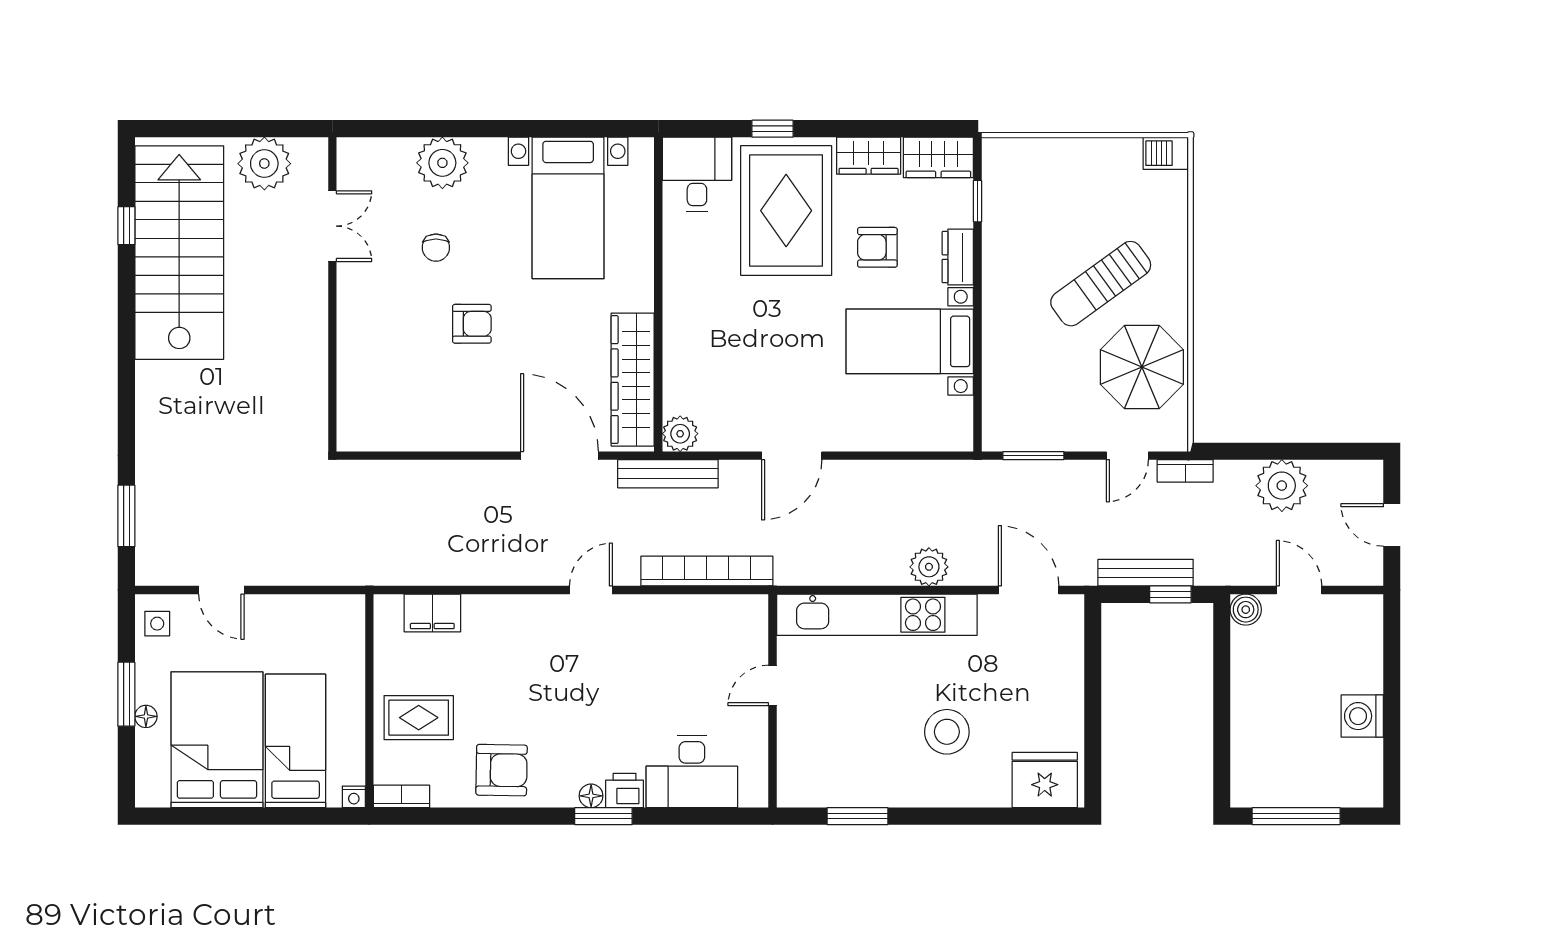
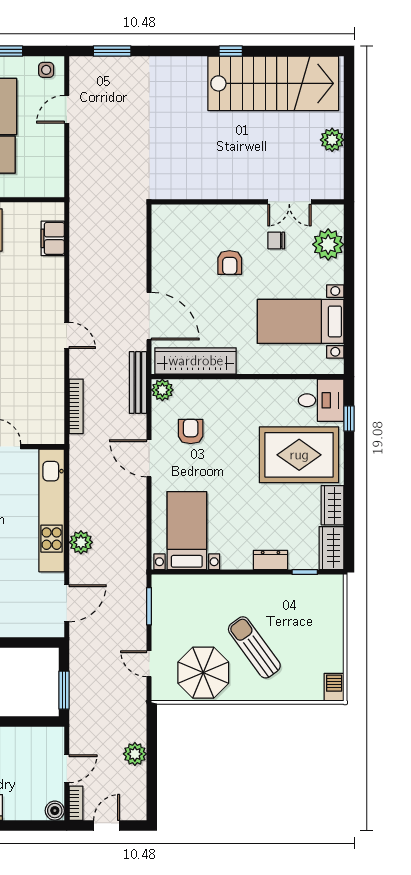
window: (772, 129) -> (349, 419), moved
plant: (264, 164) -> (332, 140), width x0.73, depth x0.73
window: (126, 226) -> (231, 51), moved
double door: (332, 226) -> (289, 202), moved
armchair: (877, 247) -> (191, 431), moved
wall: (332, 294) -> (248, 202), moved
bed with nightstands: (910, 341) -> (187, 531), moved
door: (560, 456) -> (149, 316), hinge flipped
bookcase: (1185, 471) -> (76, 803), moved, turned 180
plant: (1282, 486) -> (135, 754), width x0.73, depth x0.73
bookcase: (707, 571) -> (76, 406), width x0.68, depth x0.76
bench: (1146, 573) -> (77, 675), removed
window: (1170, 594) -> (64, 690), width x1.50
boiler: (1246, 610) -> (55, 811), moved

